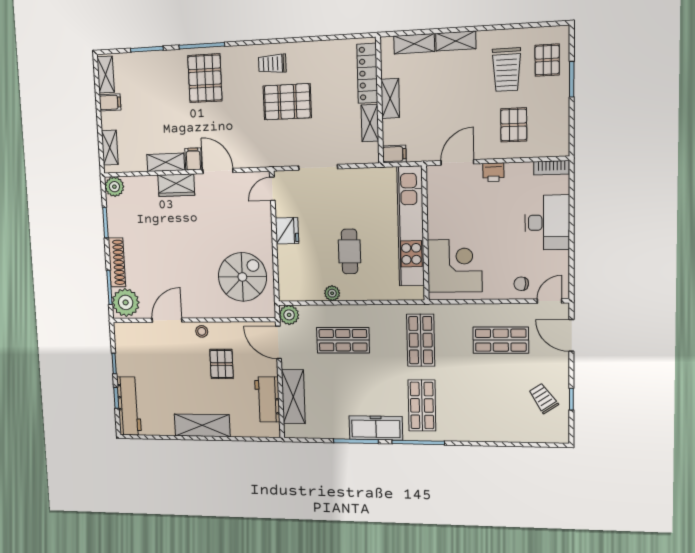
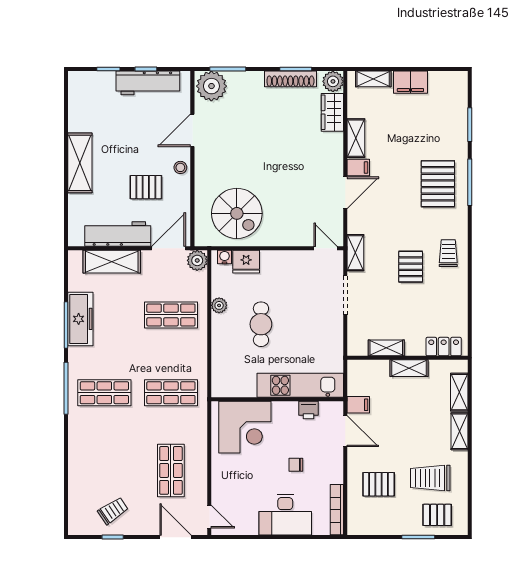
locker: (367, 73) -> (444, 347), width x0.66
shelving: (106, 75) -> (355, 253), moved, turned 90
pallet: (205, 78) -> (438, 184), turned 90
filing cabinet: (110, 102) -> (410, 82), width x2.00
pallet: (287, 102) -> (411, 267), width x0.67, depth x0.71
filing cabinet: (394, 154) -> (358, 405), moved, turned -90
bookcase: (551, 168) -> (337, 510), width x1.56
printer: (493, 172) -> (308, 410), moved, turned -90
wardrobe: (176, 185) -> (332, 112), moved
kitchen unit: (411, 226) -> (300, 385), width x0.73
fridge: (287, 231) -> (246, 262), moved
cafe table: (350, 251) -> (261, 324), turned 90
shoe rack: (117, 262) -> (290, 79), moved
chair: (521, 284) -> (296, 465), moved, turned -94
water cooler: (285, 288) -> (224, 257), added
door: (167, 320) -> (192, 130), swing flipped
door: (571, 335) -> (175, 537), hinge flipped
shop shelf: (343, 340) -> (171, 315), turned 90
workbench: (267, 399) -> (118, 234), width x1.38
workbench: (129, 406) -> (148, 83), moved
freezer: (376, 428) -> (80, 319), moved

